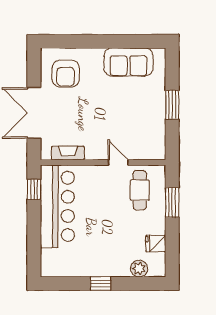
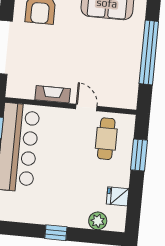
window: (172, 105) -> (149, 53), width x2.11
fireplace: (68, 153) -> (53, 94), moved

